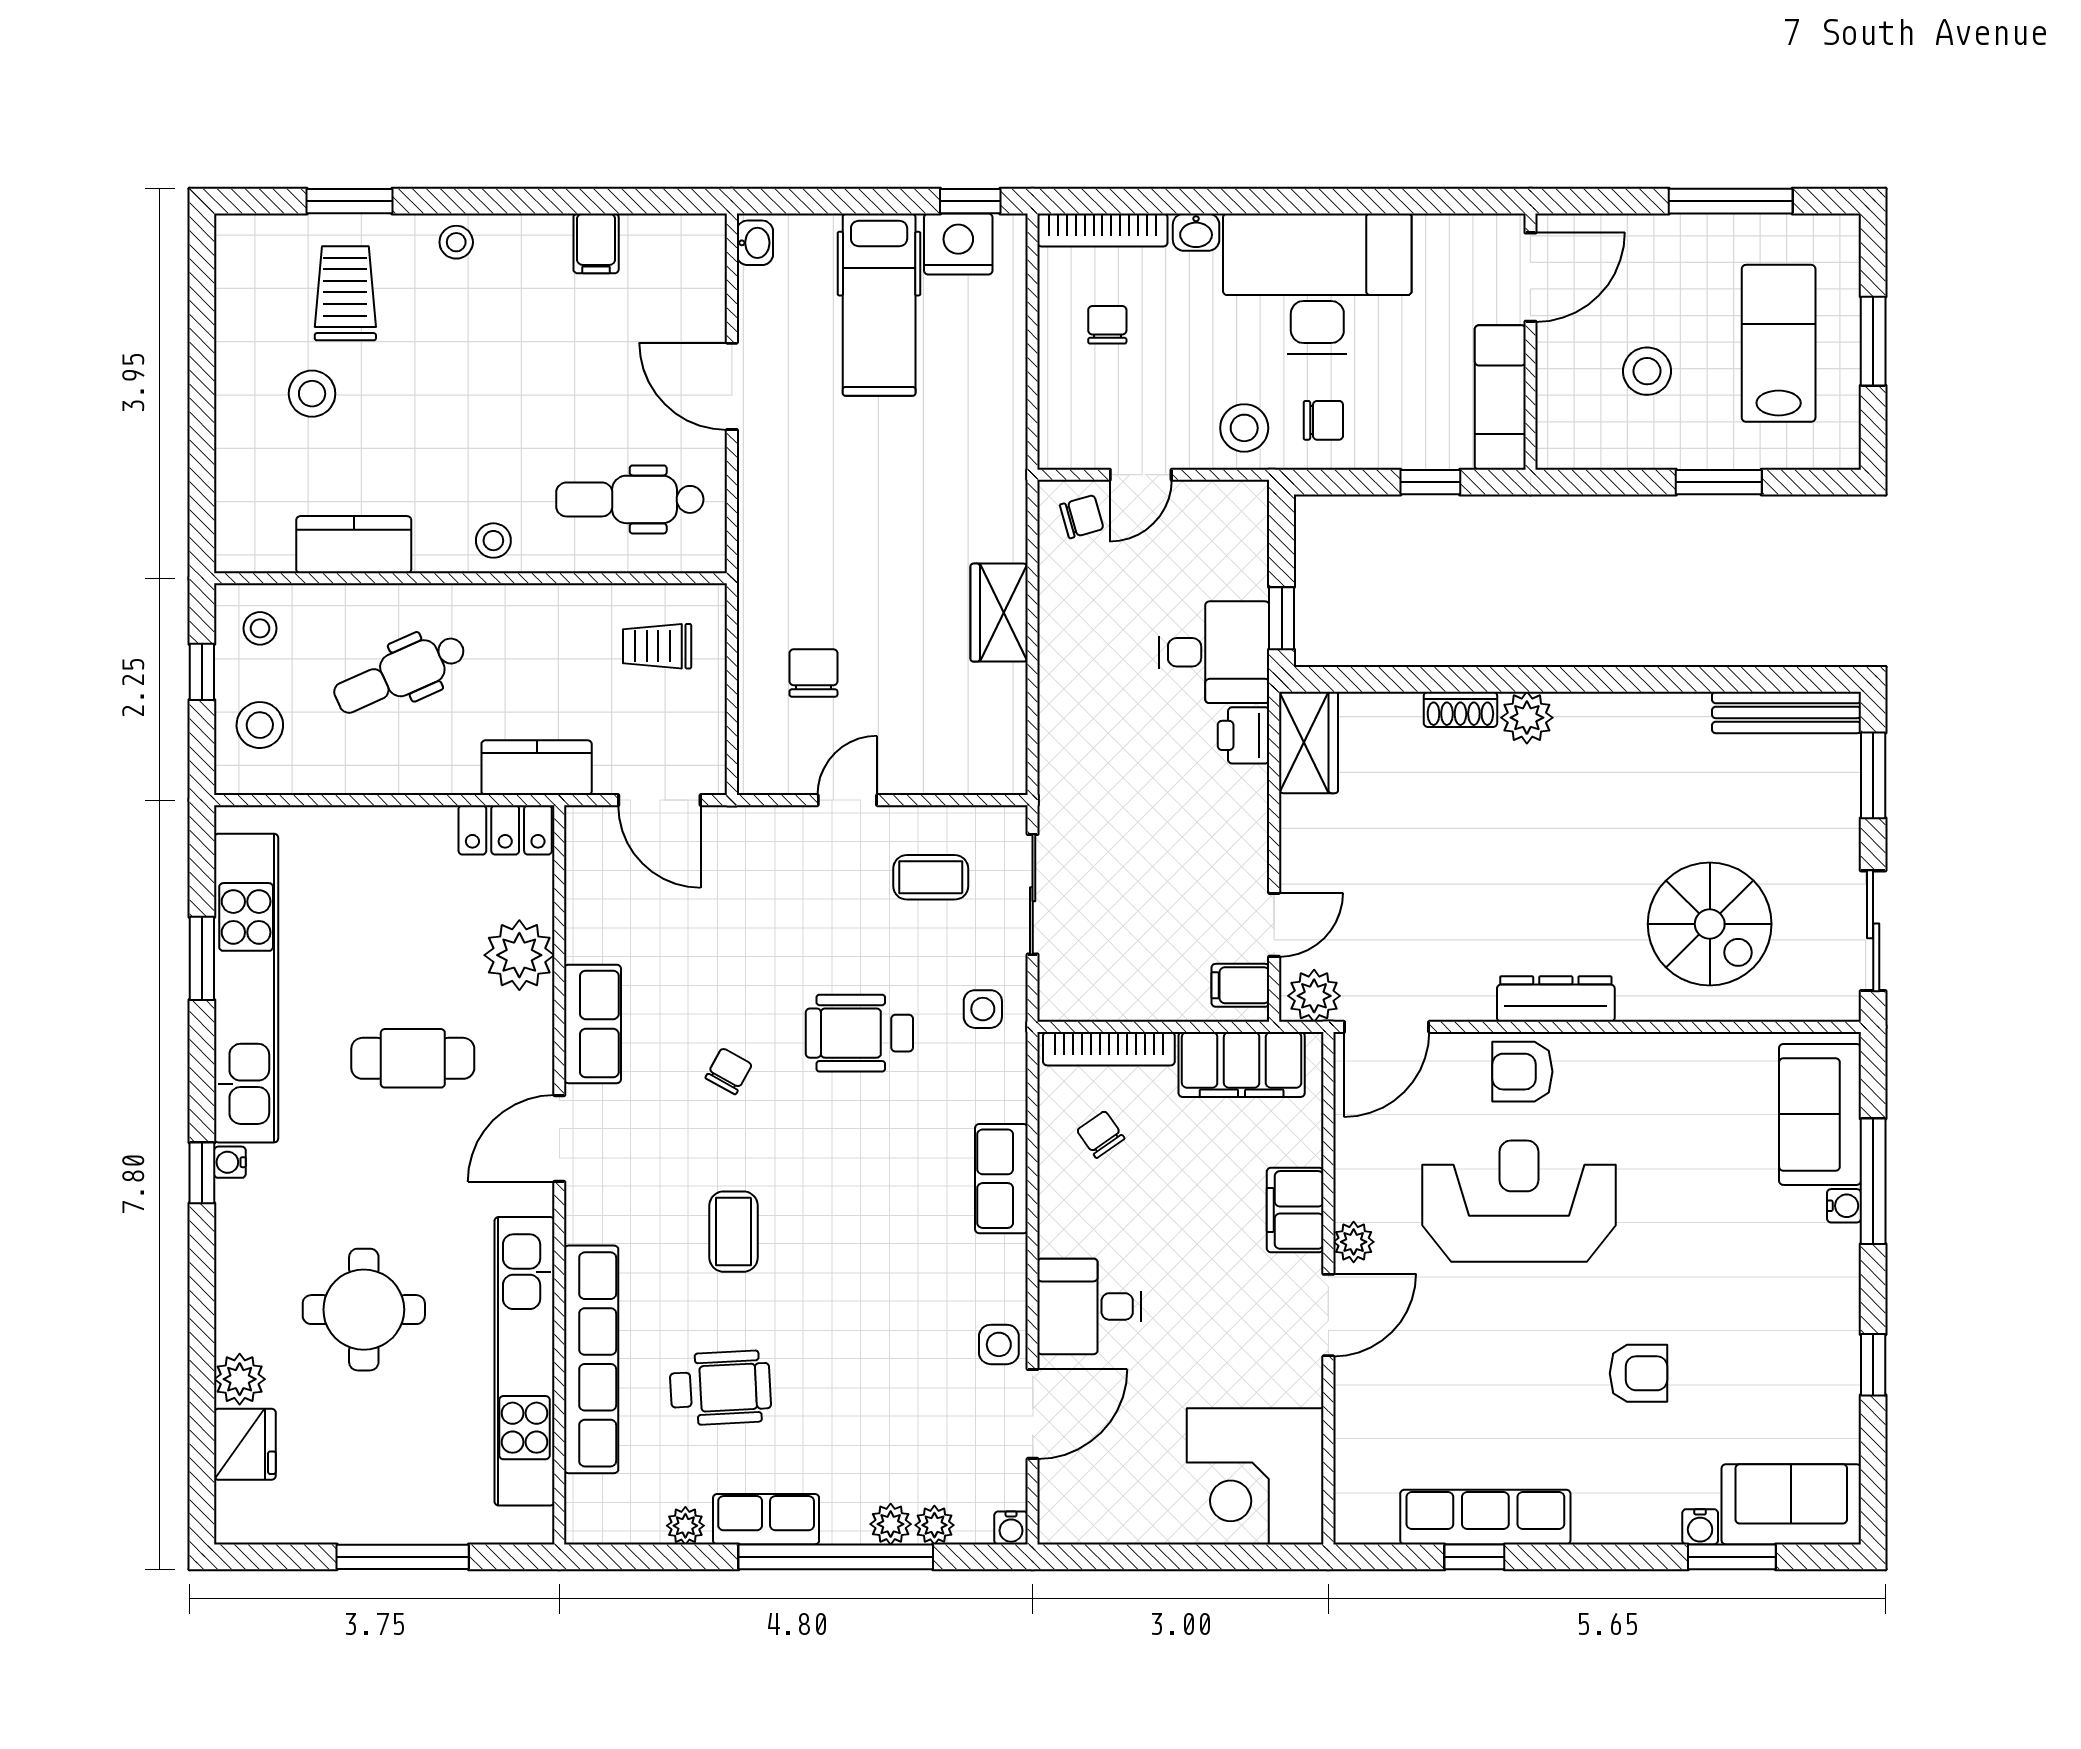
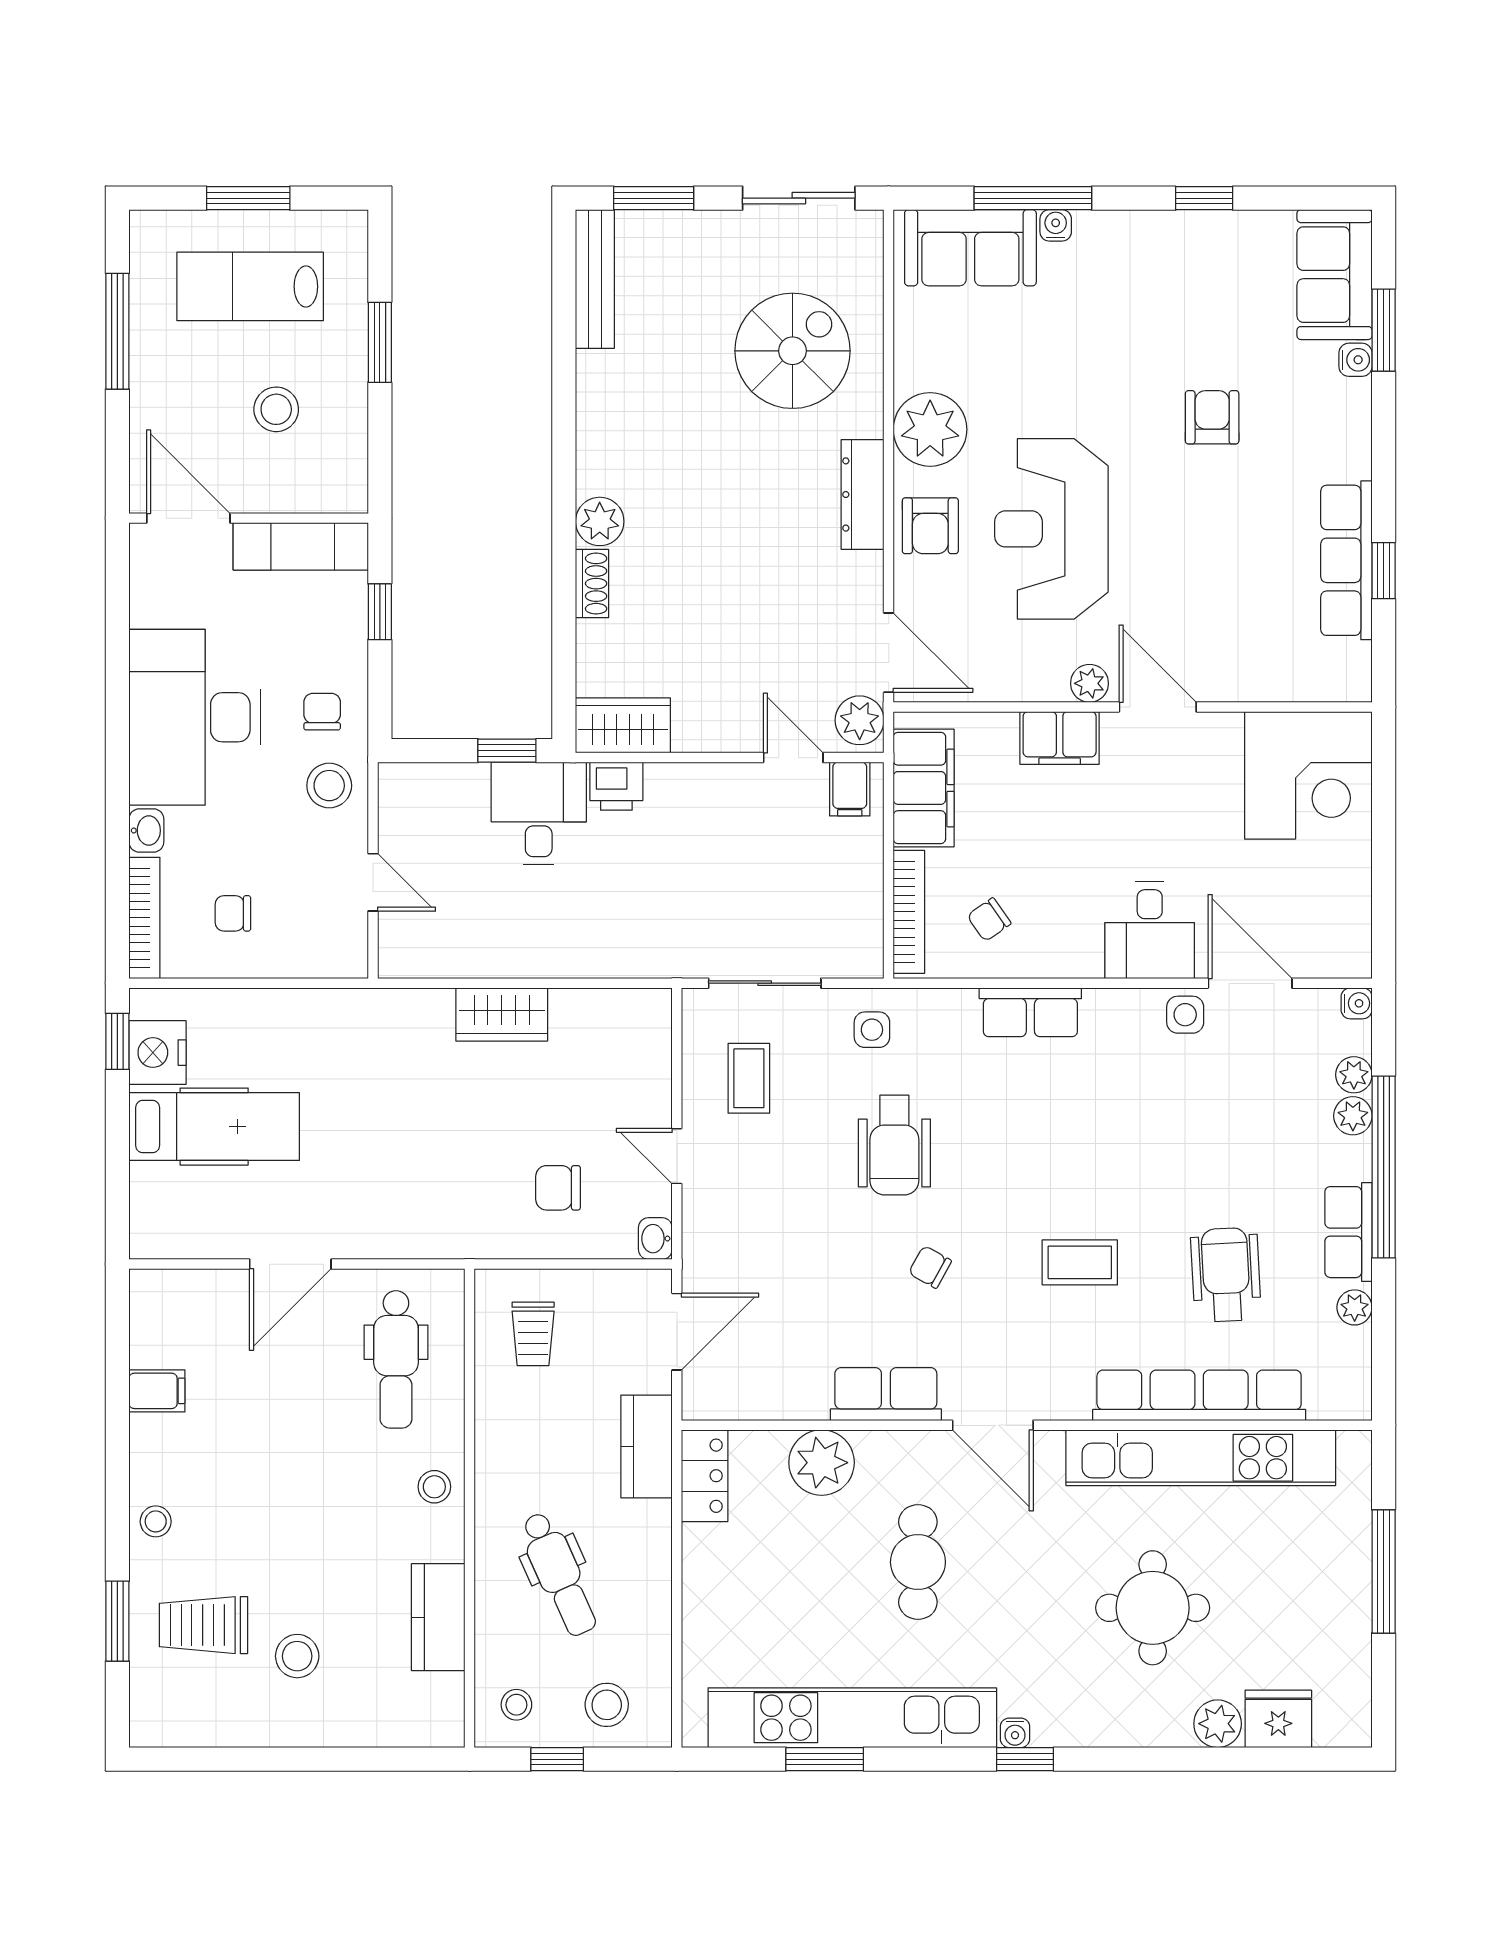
washbasin: (755, 243) -> (655, 1239), moved, turned -90
chair: (1082, 517) -> (412, 937), removed
plant: (1625, 1071) -> (930, 429), added

